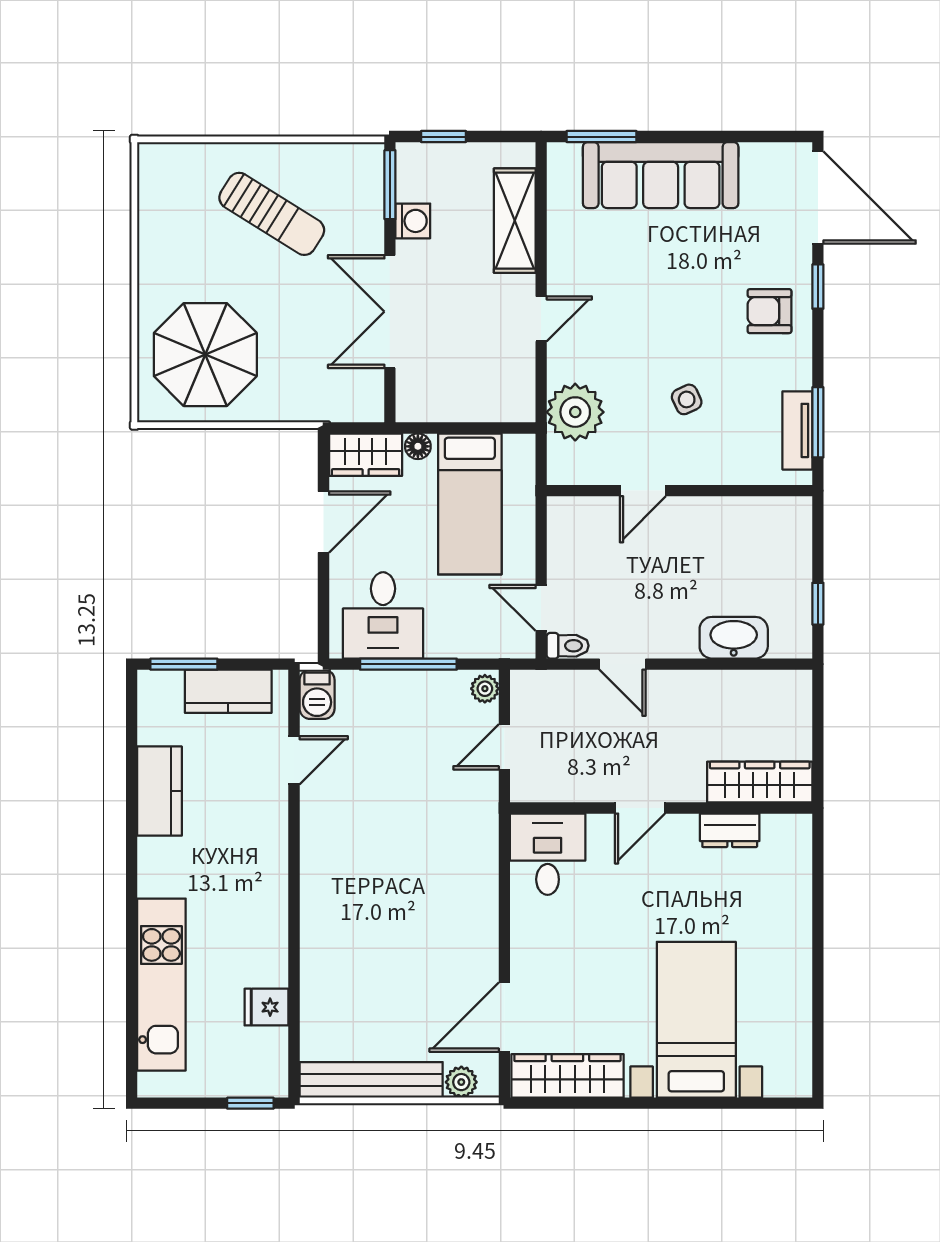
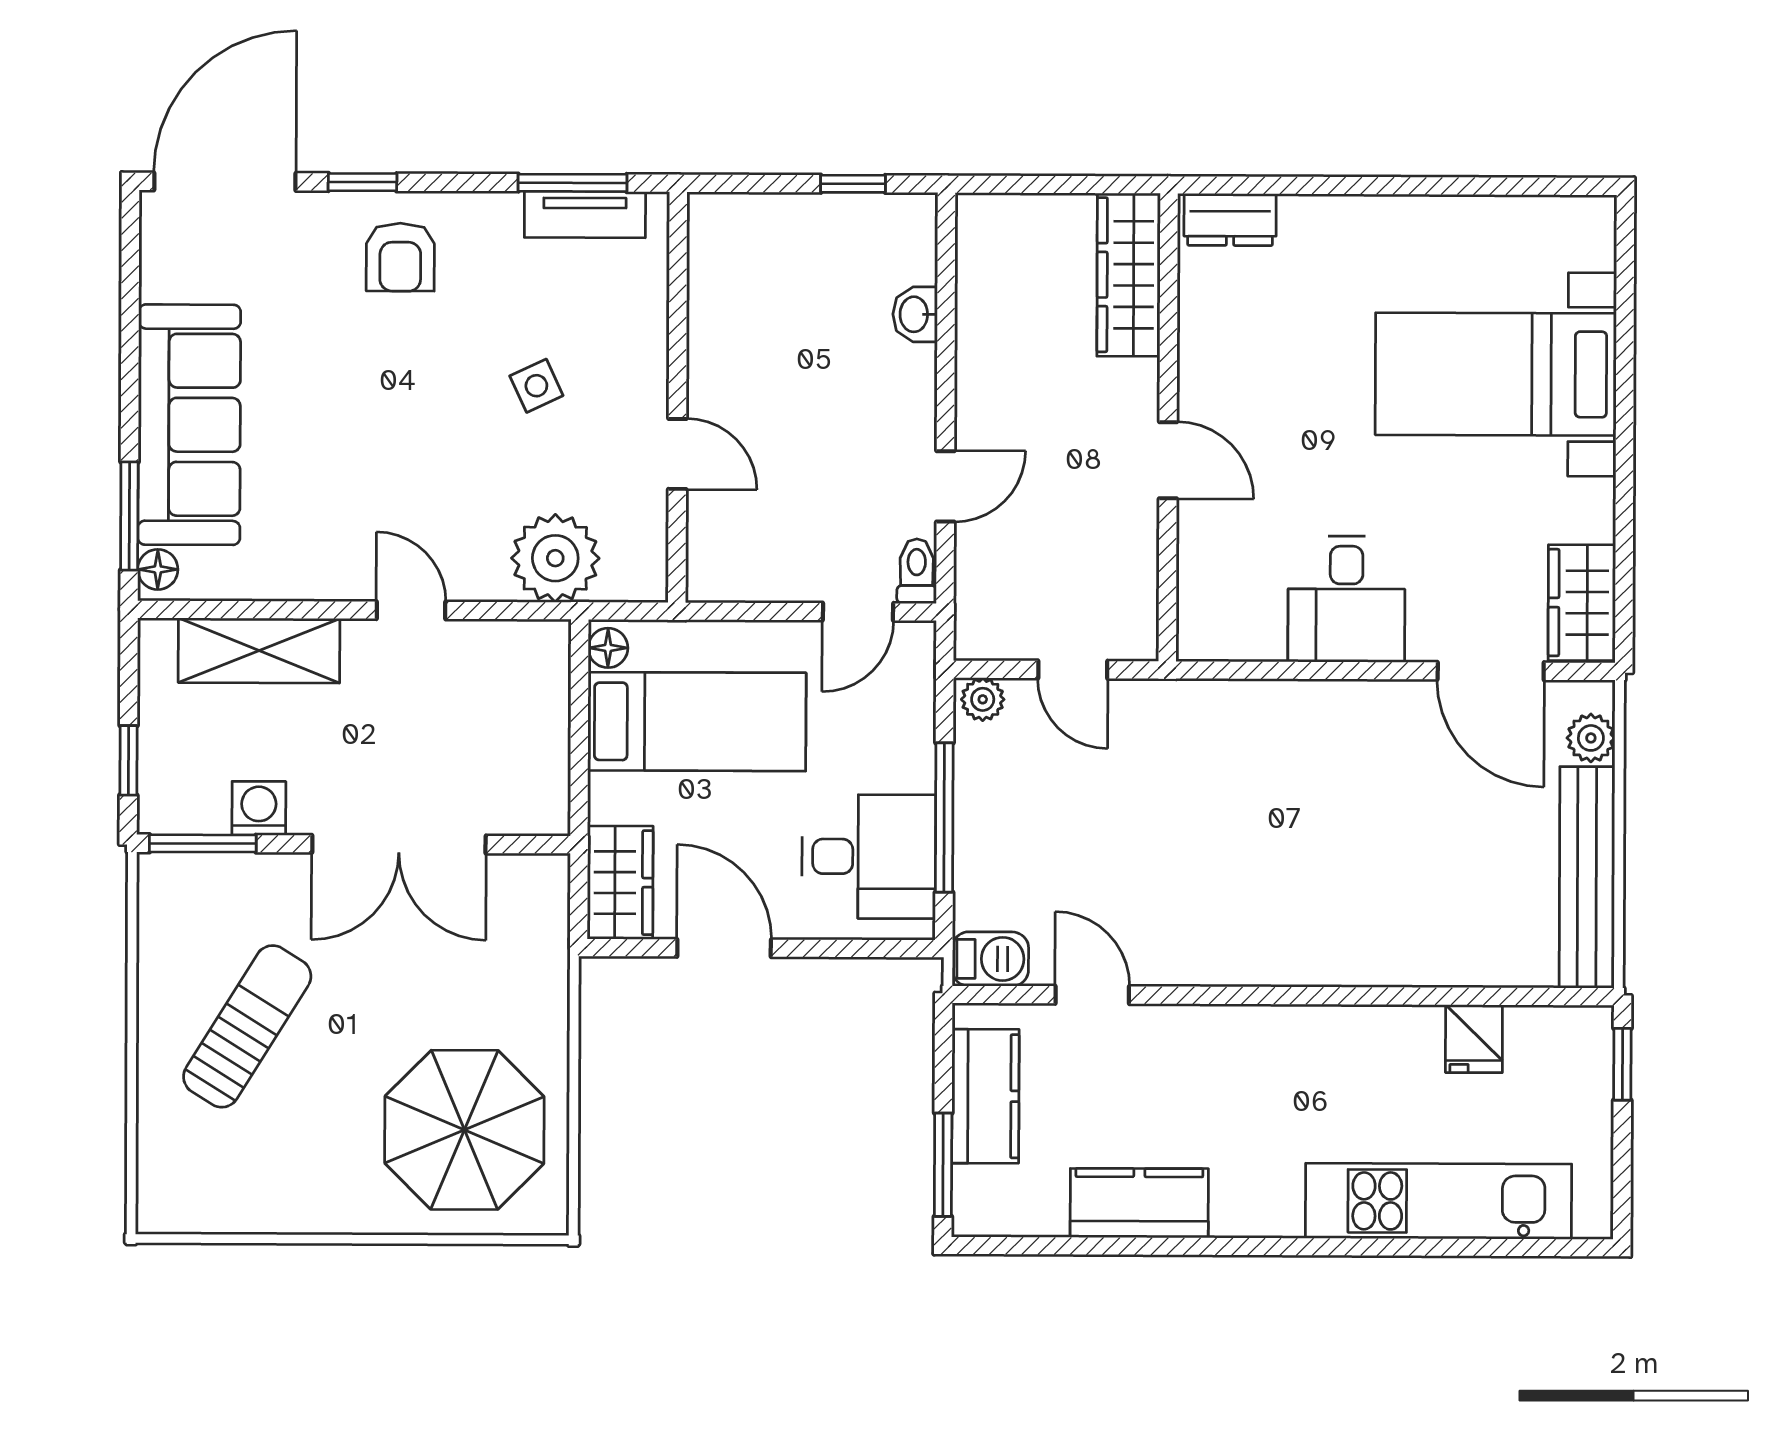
floor lamp: (567, 155) -> (158, 569), added
floor lamp: (418, 446) -> (608, 648), moved
washbasin: (734, 638) -> (915, 314), width x0.52, depth x0.69
dresser: (730, 830) -> (1230, 220), moved, turned 90
desk: (548, 854) -> (1346, 599), moved, turned -90
wardrobe: (567, 1076) -> (1582, 603), width x0.67

